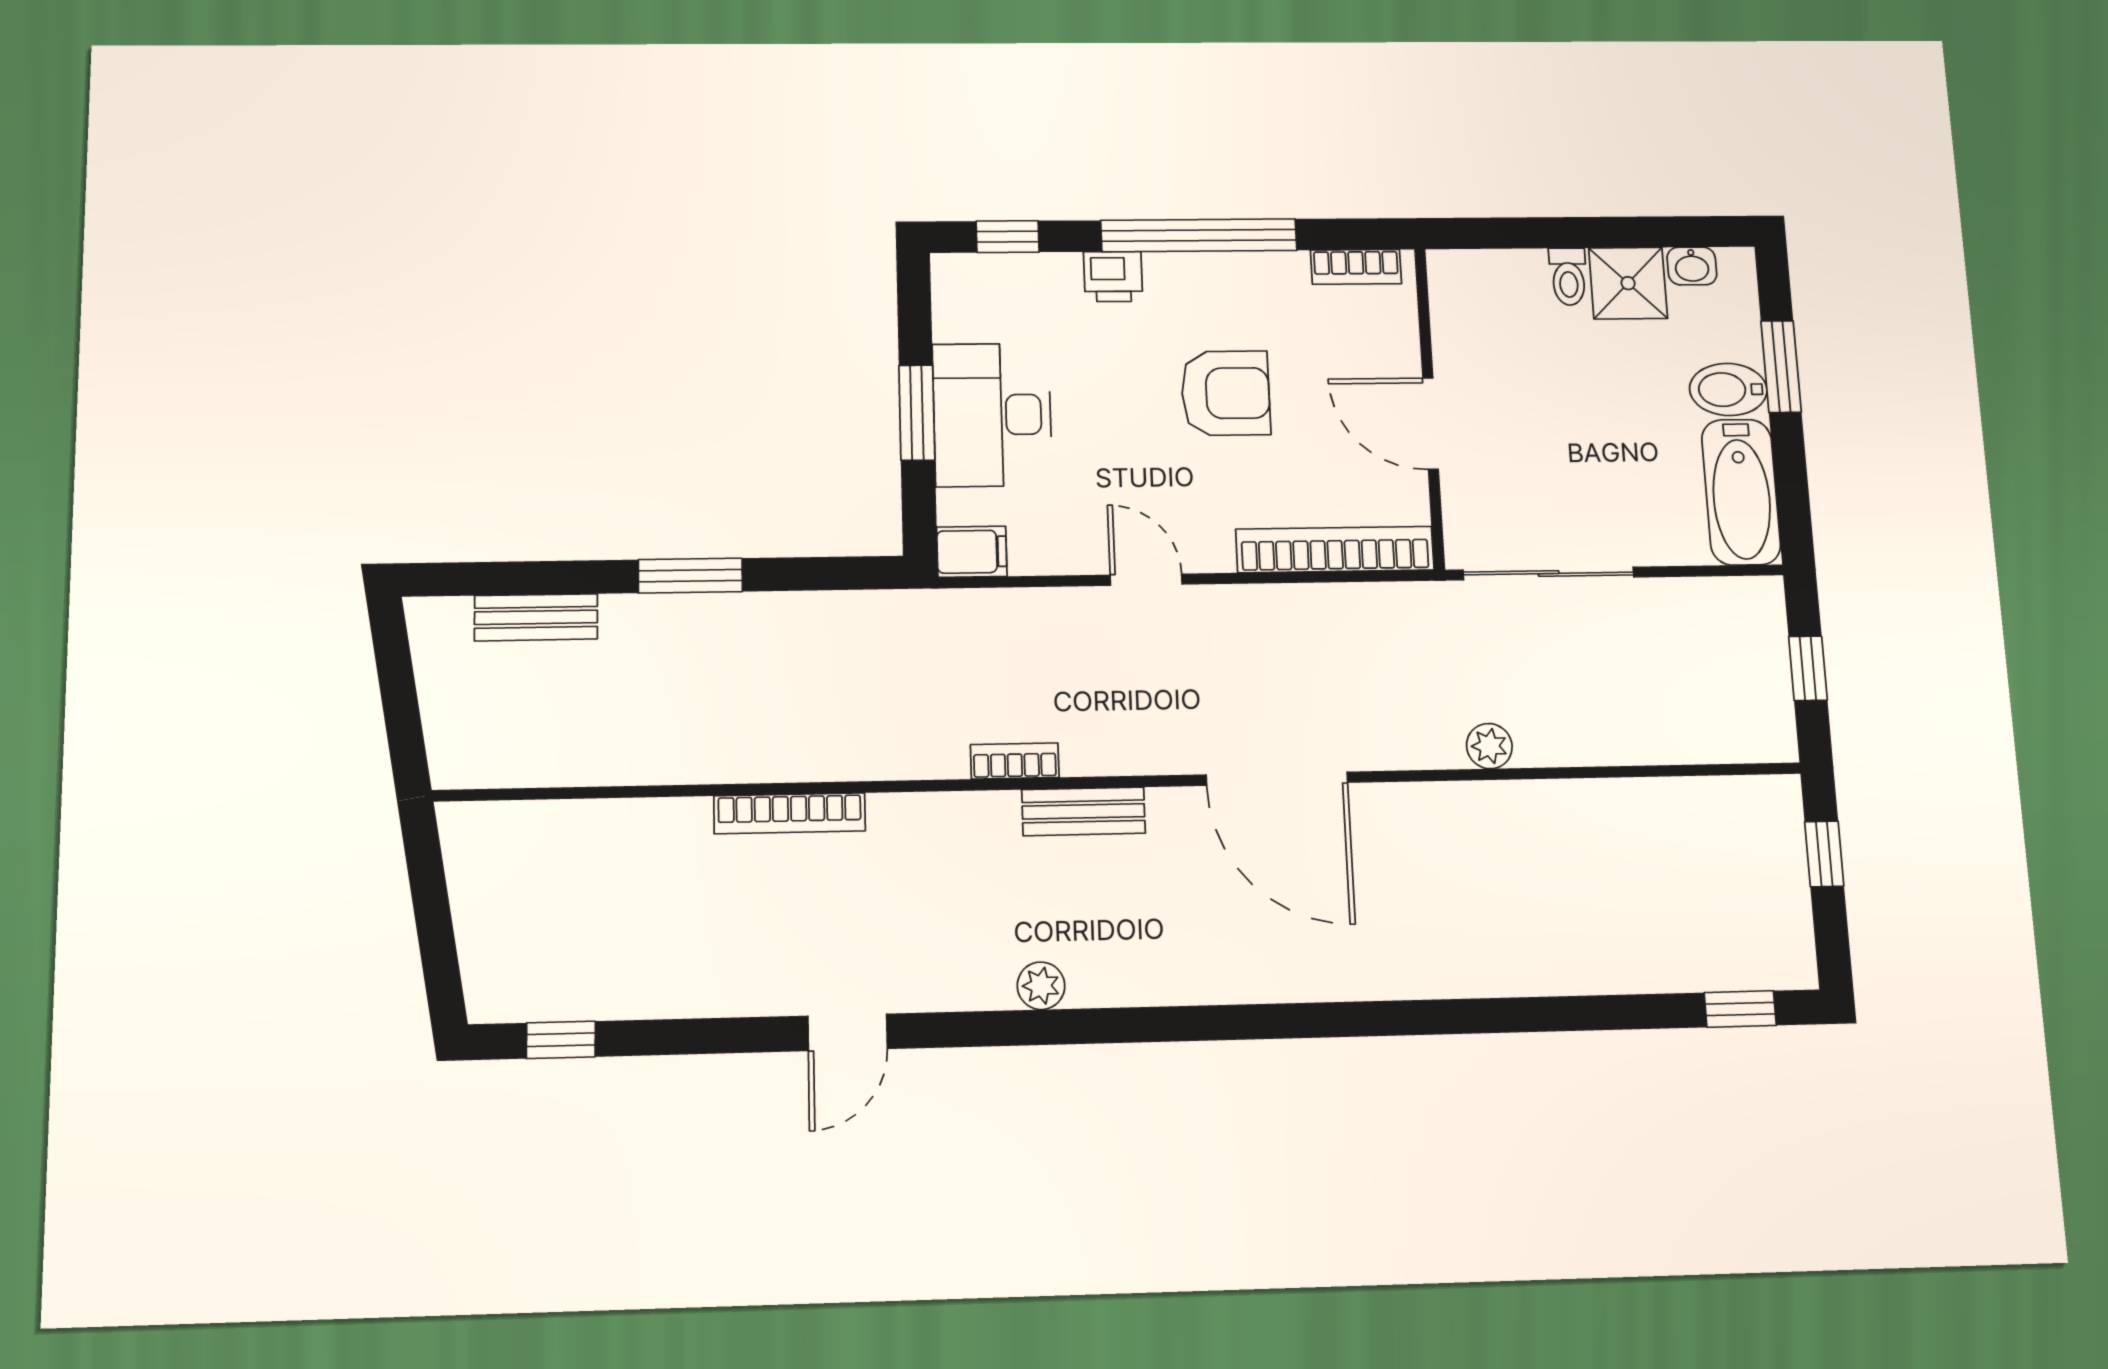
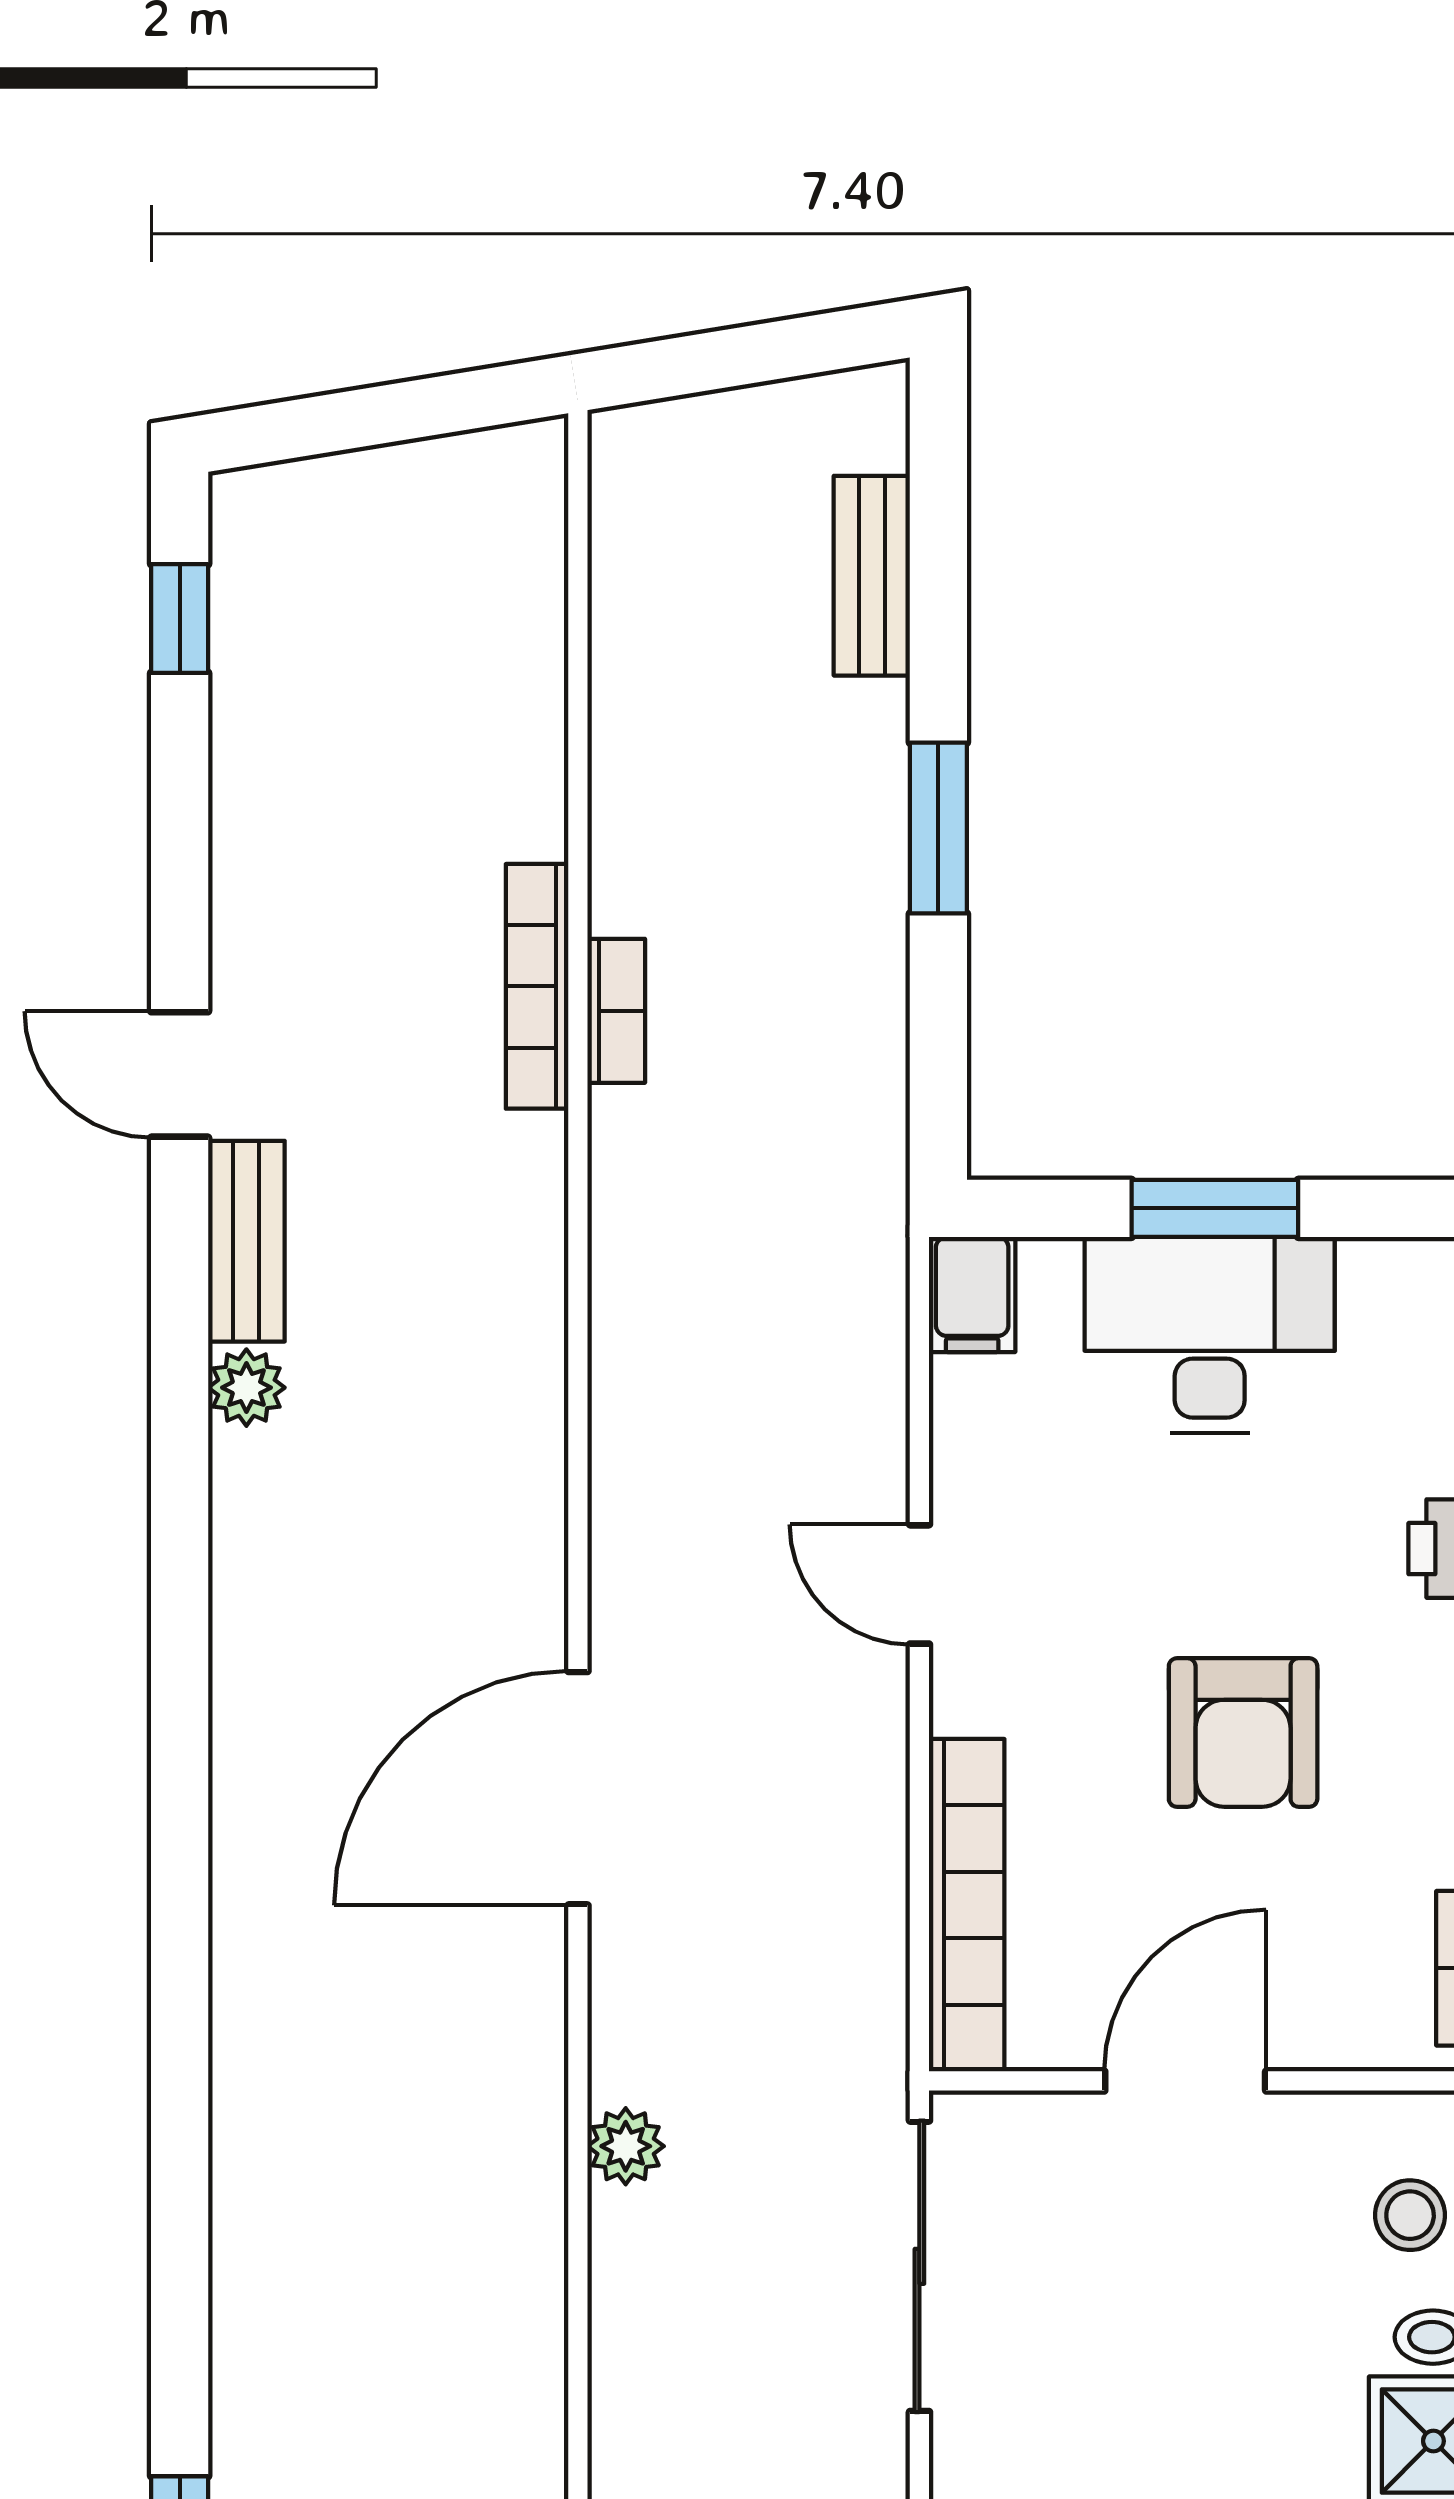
stool: (1500, 297) -> (1410, 2215), added
door: (1146, 580) -> (919, 1584), swing flipped
bookcase: (1015, 761) -> (616, 1011), moved
bench: (1083, 811) -> (246, 1241), moved

